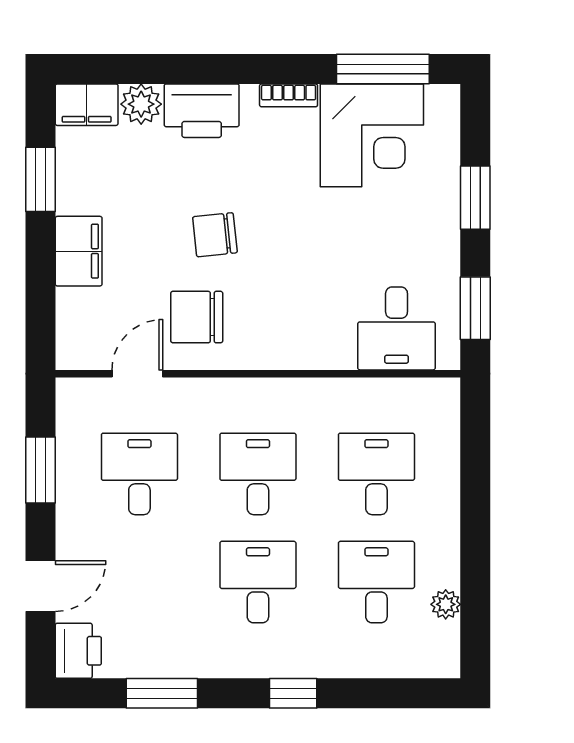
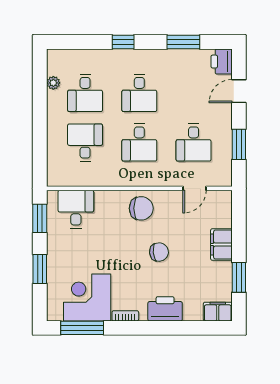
plant: (141, 104) -> (193, 312), removed
chair: (197, 317) -> (141, 208), moved
desk: (376, 474) -> (85, 143), turned 180

